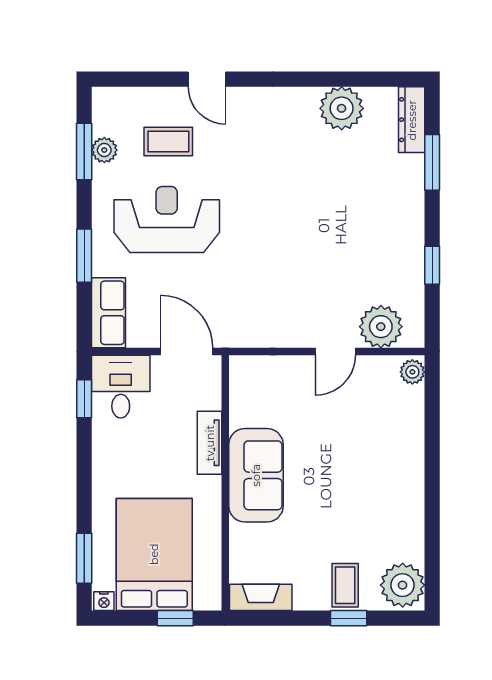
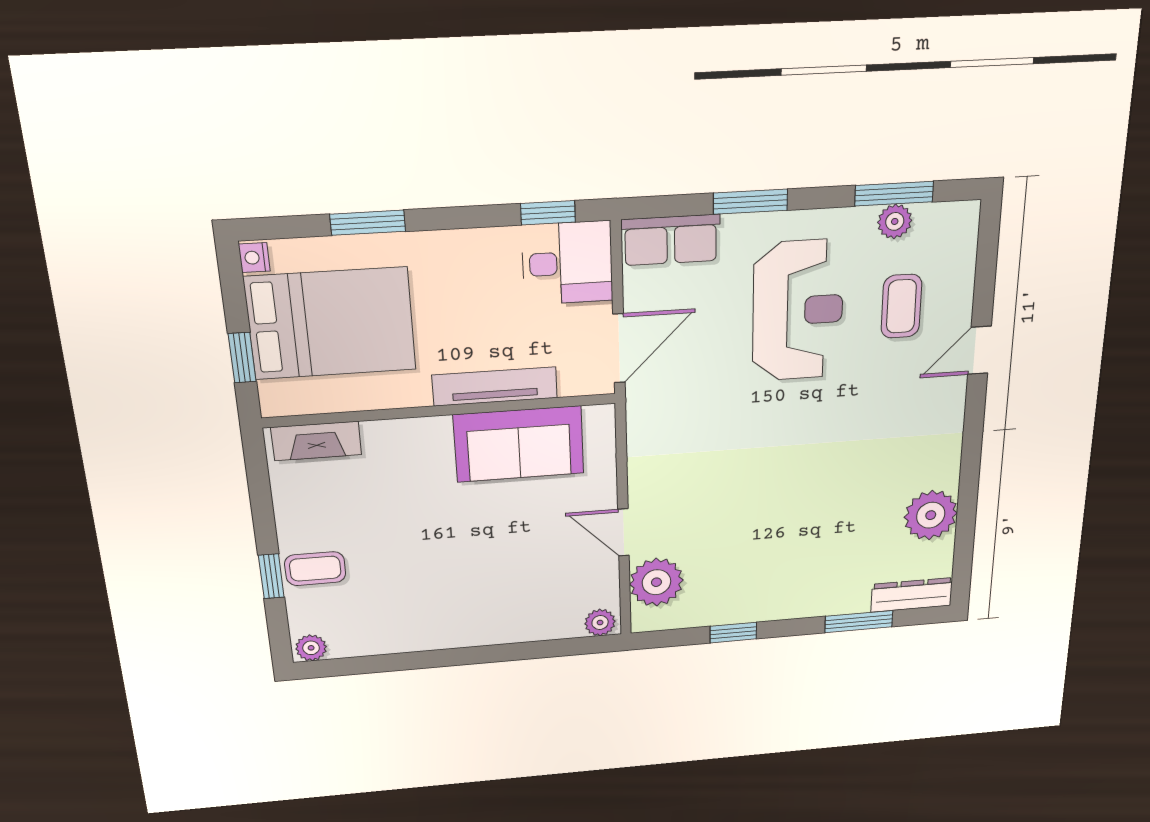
tv unit: (210, 443) -> (495, 387), width x1.41
sofa: (256, 475) -> (519, 444), moved
window: (84, 558) -> (368, 223), moved
plant: (403, 585) -> (311, 648), width x0.53, depth x0.53
fireplace: (261, 597) -> (316, 441), moved, turned 90

